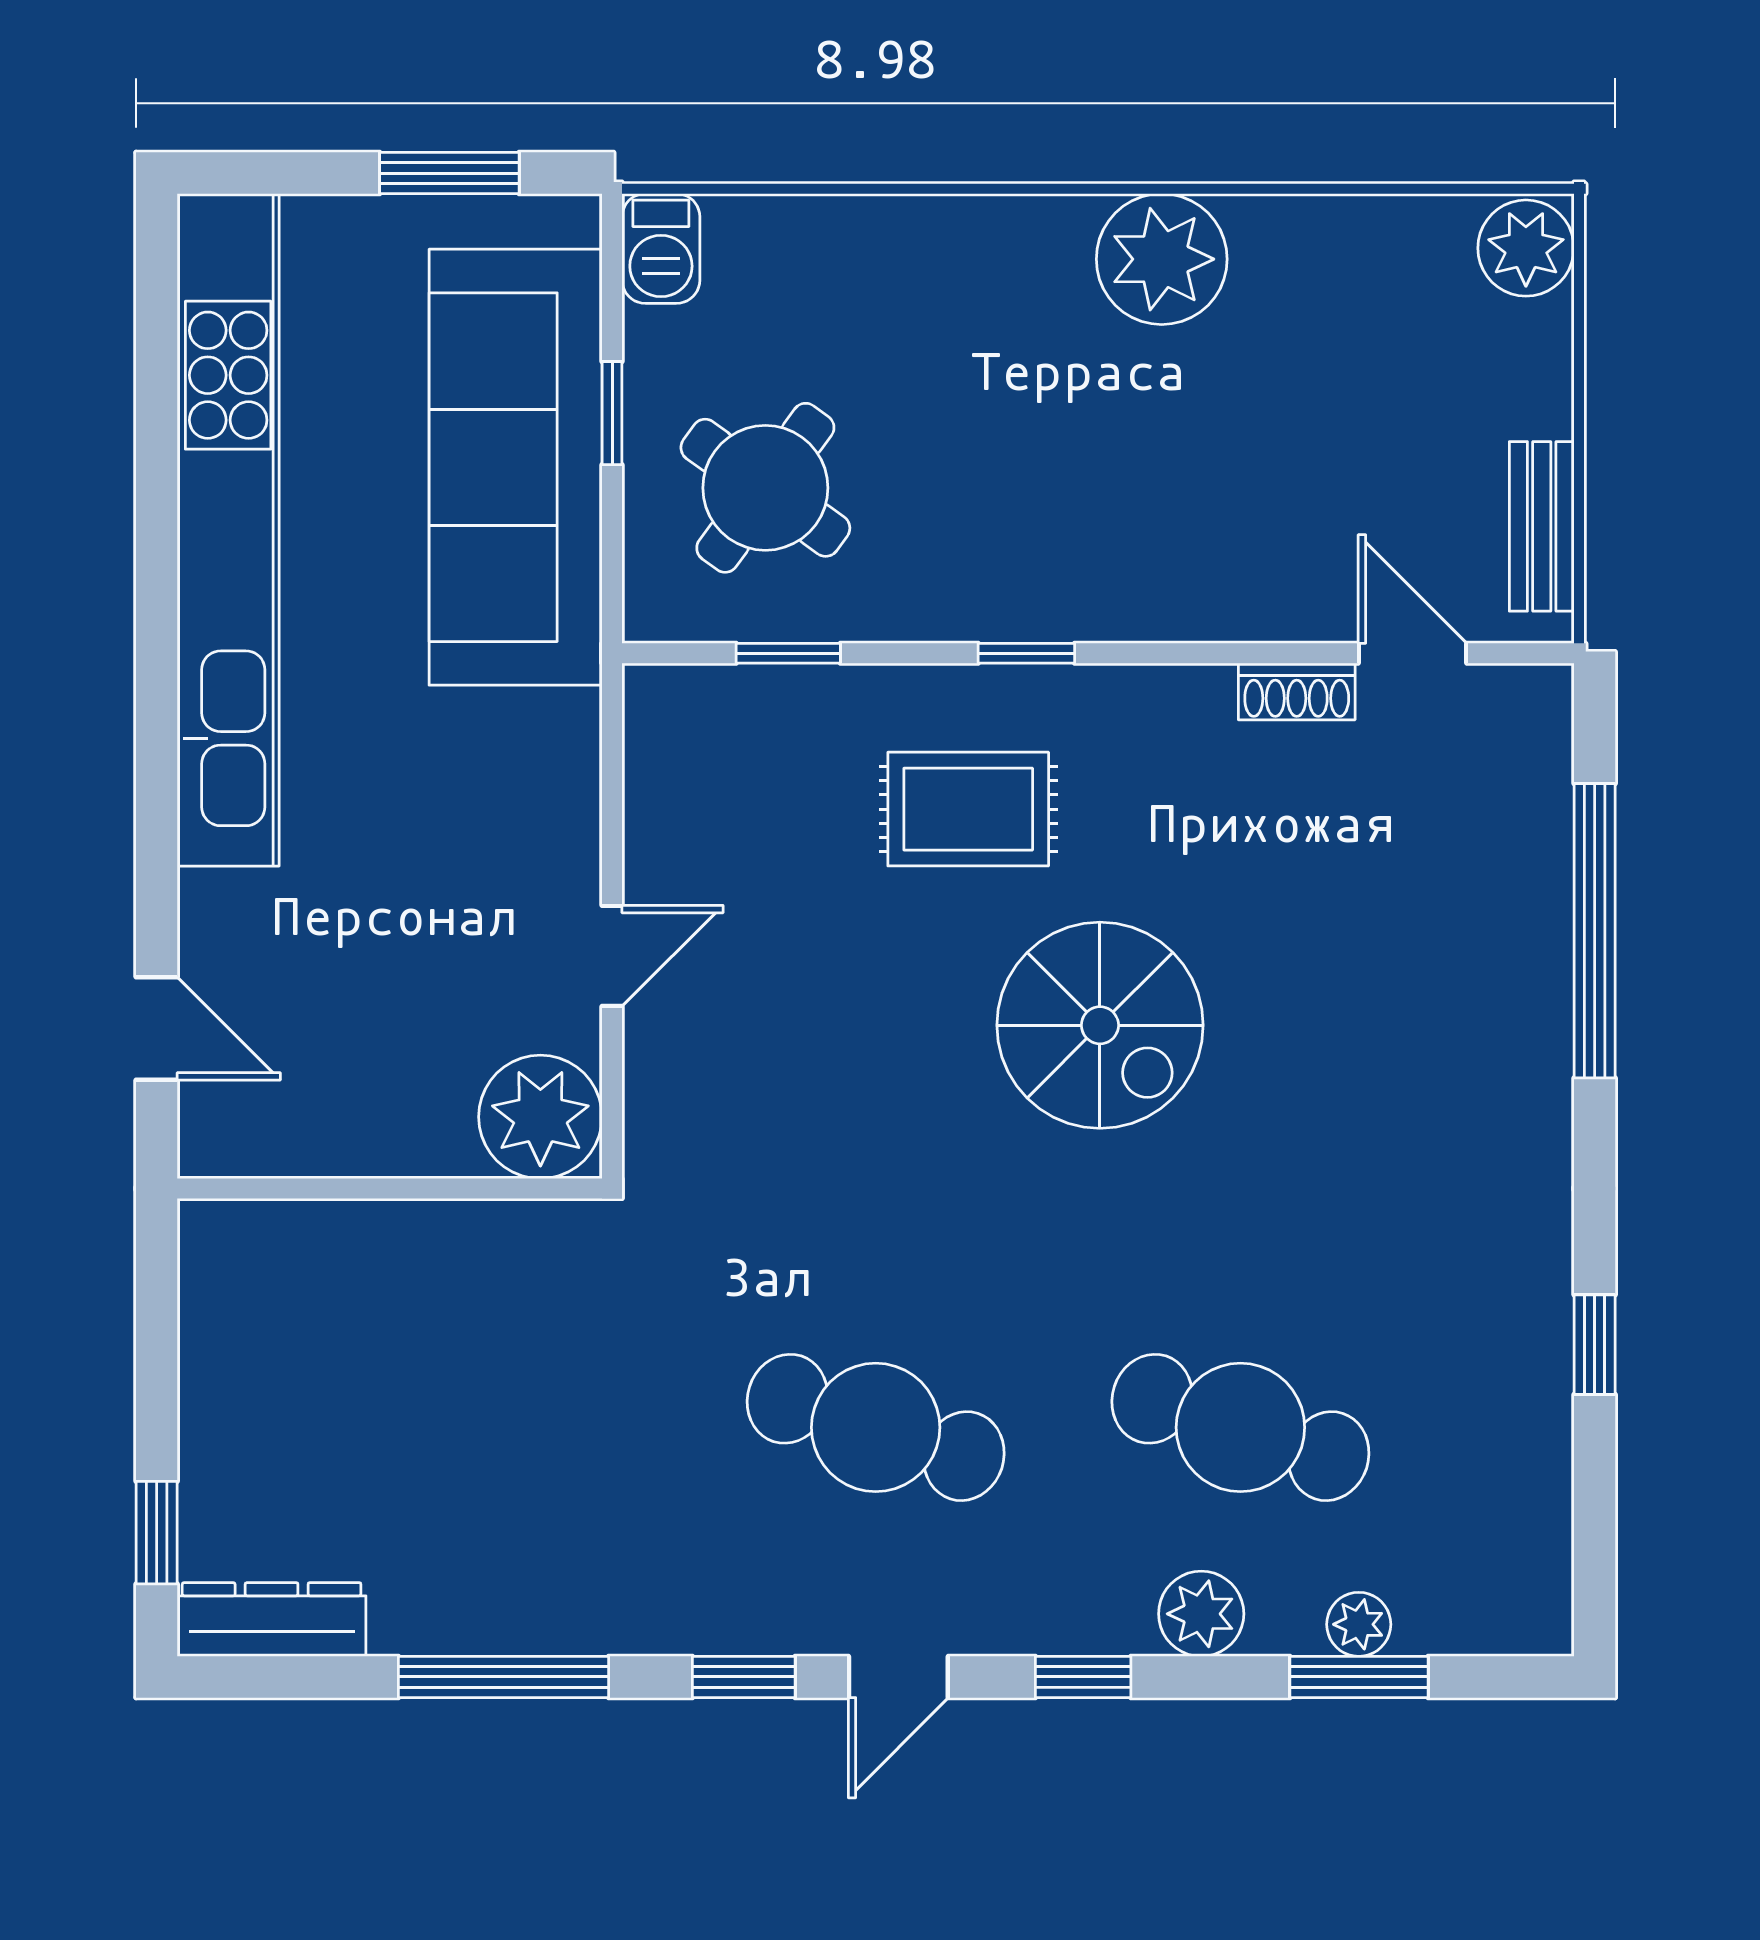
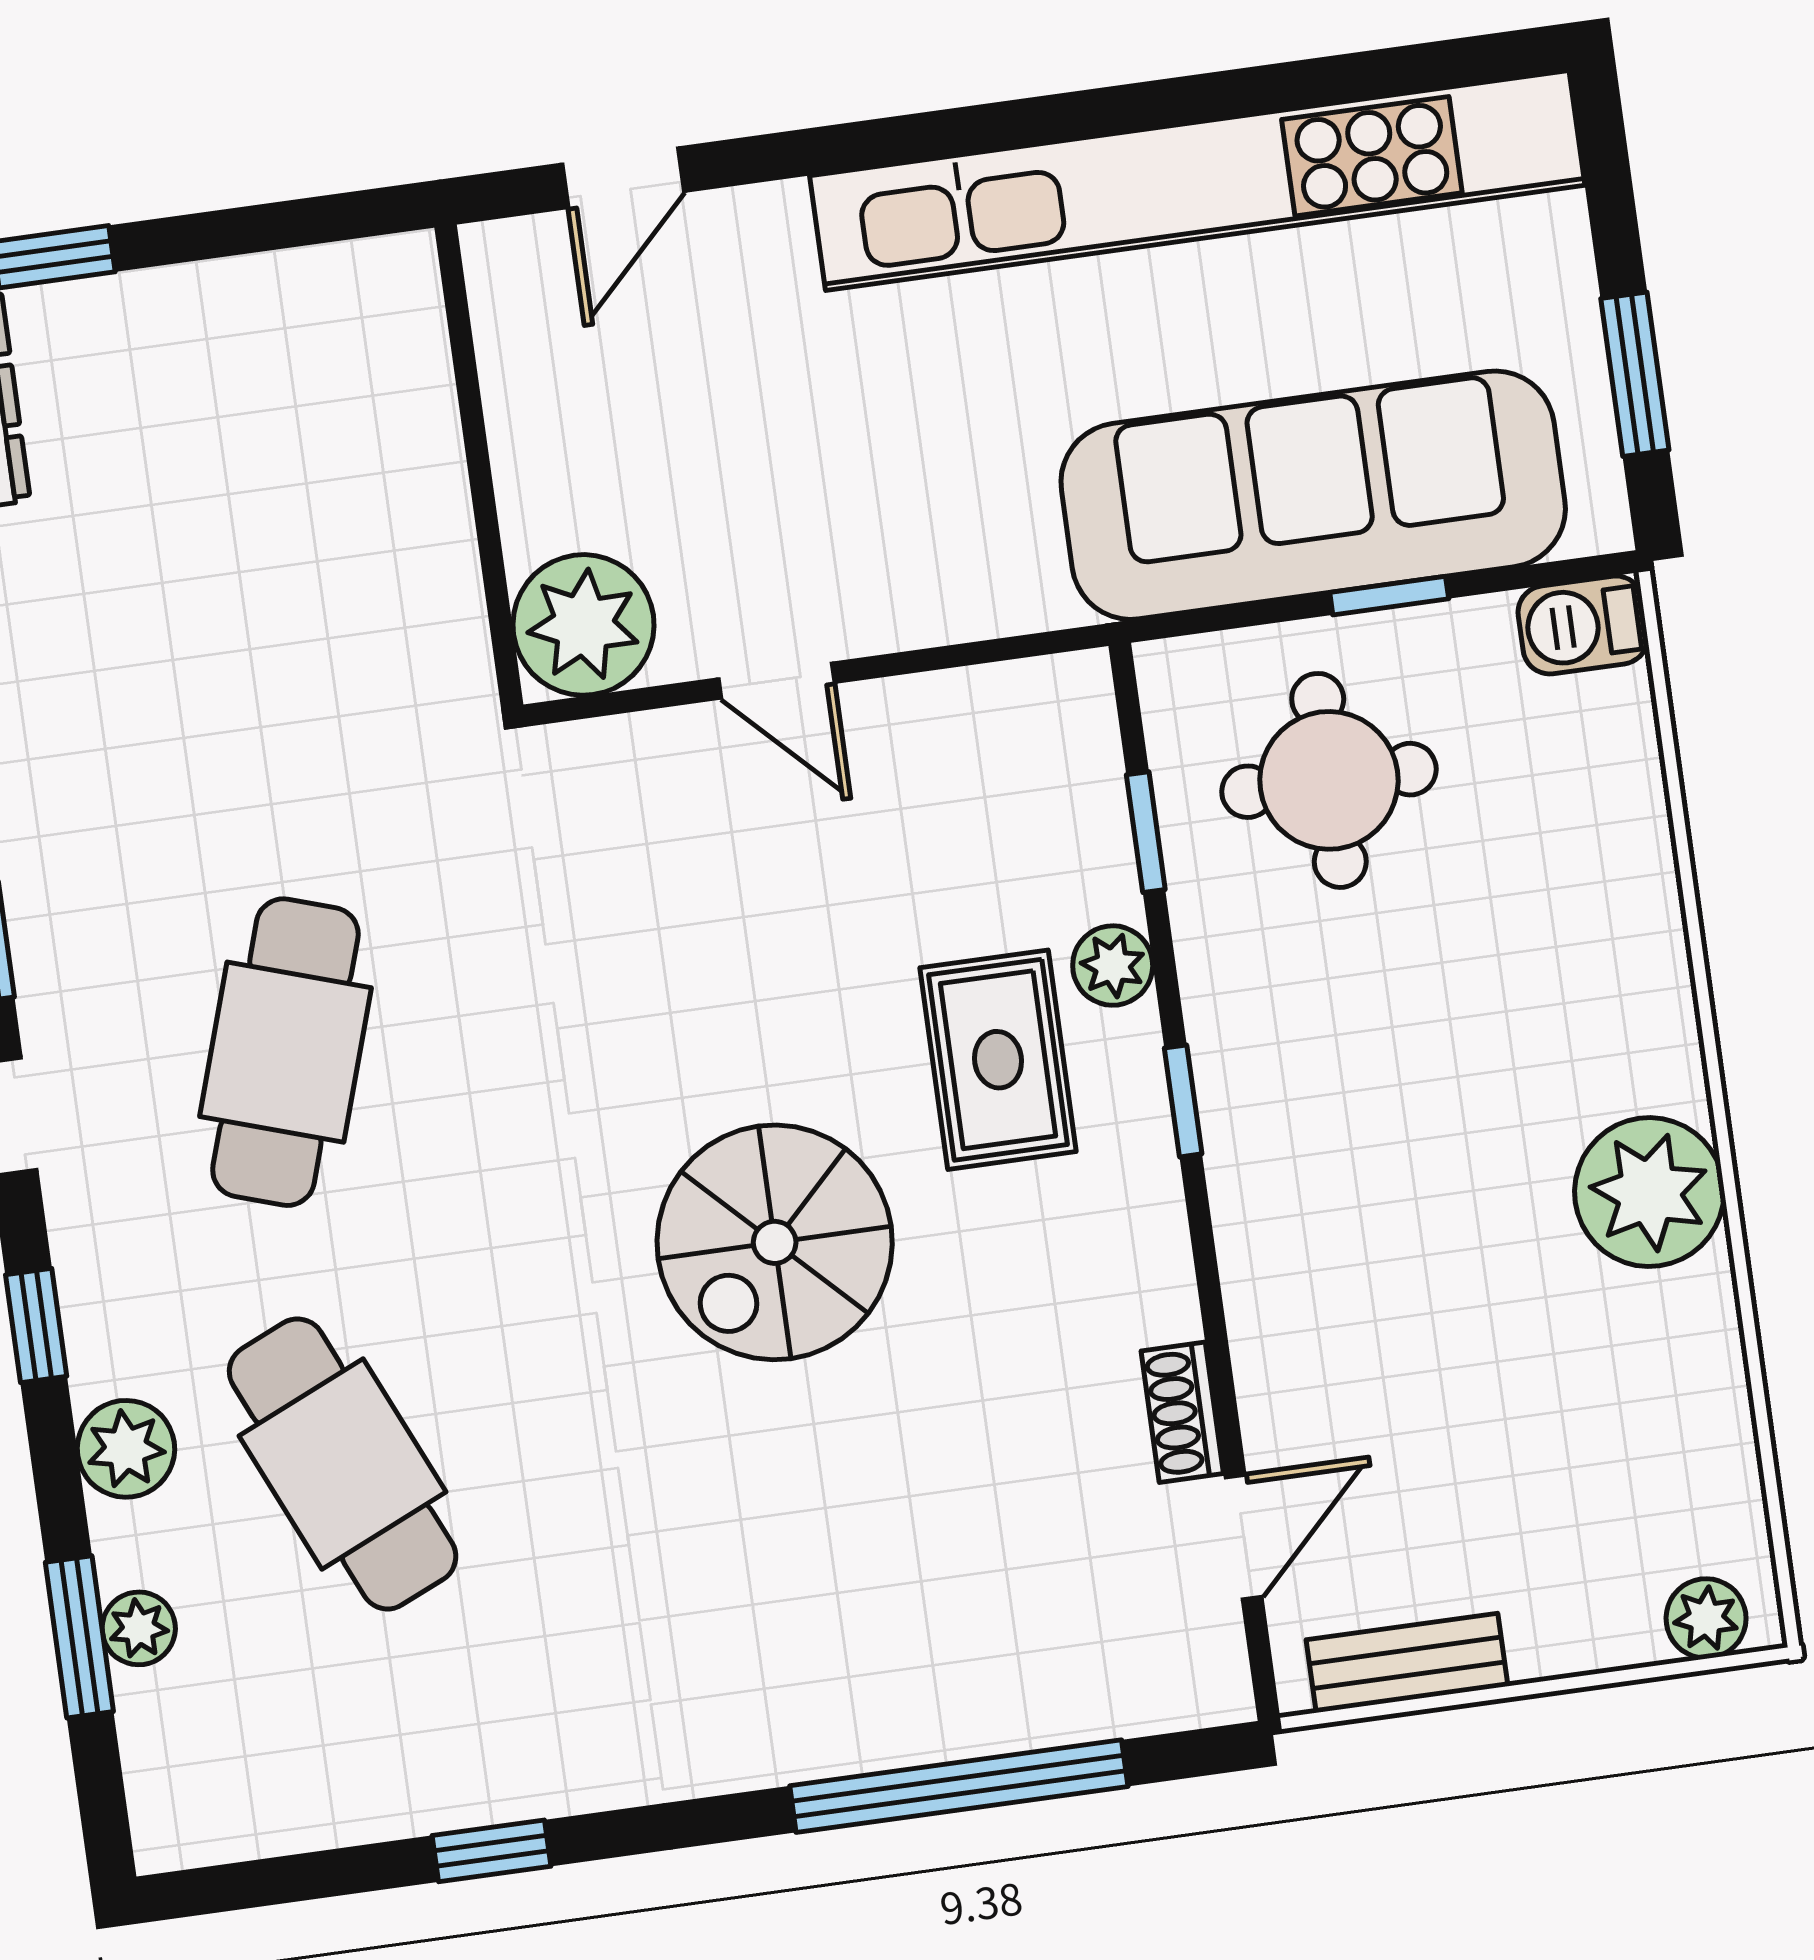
plant: (1526, 248) -> (1706, 1618), width x0.73, depth x0.73
round table: (765, 488) -> (1329, 780), turned -36
plant: (900, 698) -> (1113, 966), added
cafe table: (1240, 1427) -> (343, 1464), turned -42

